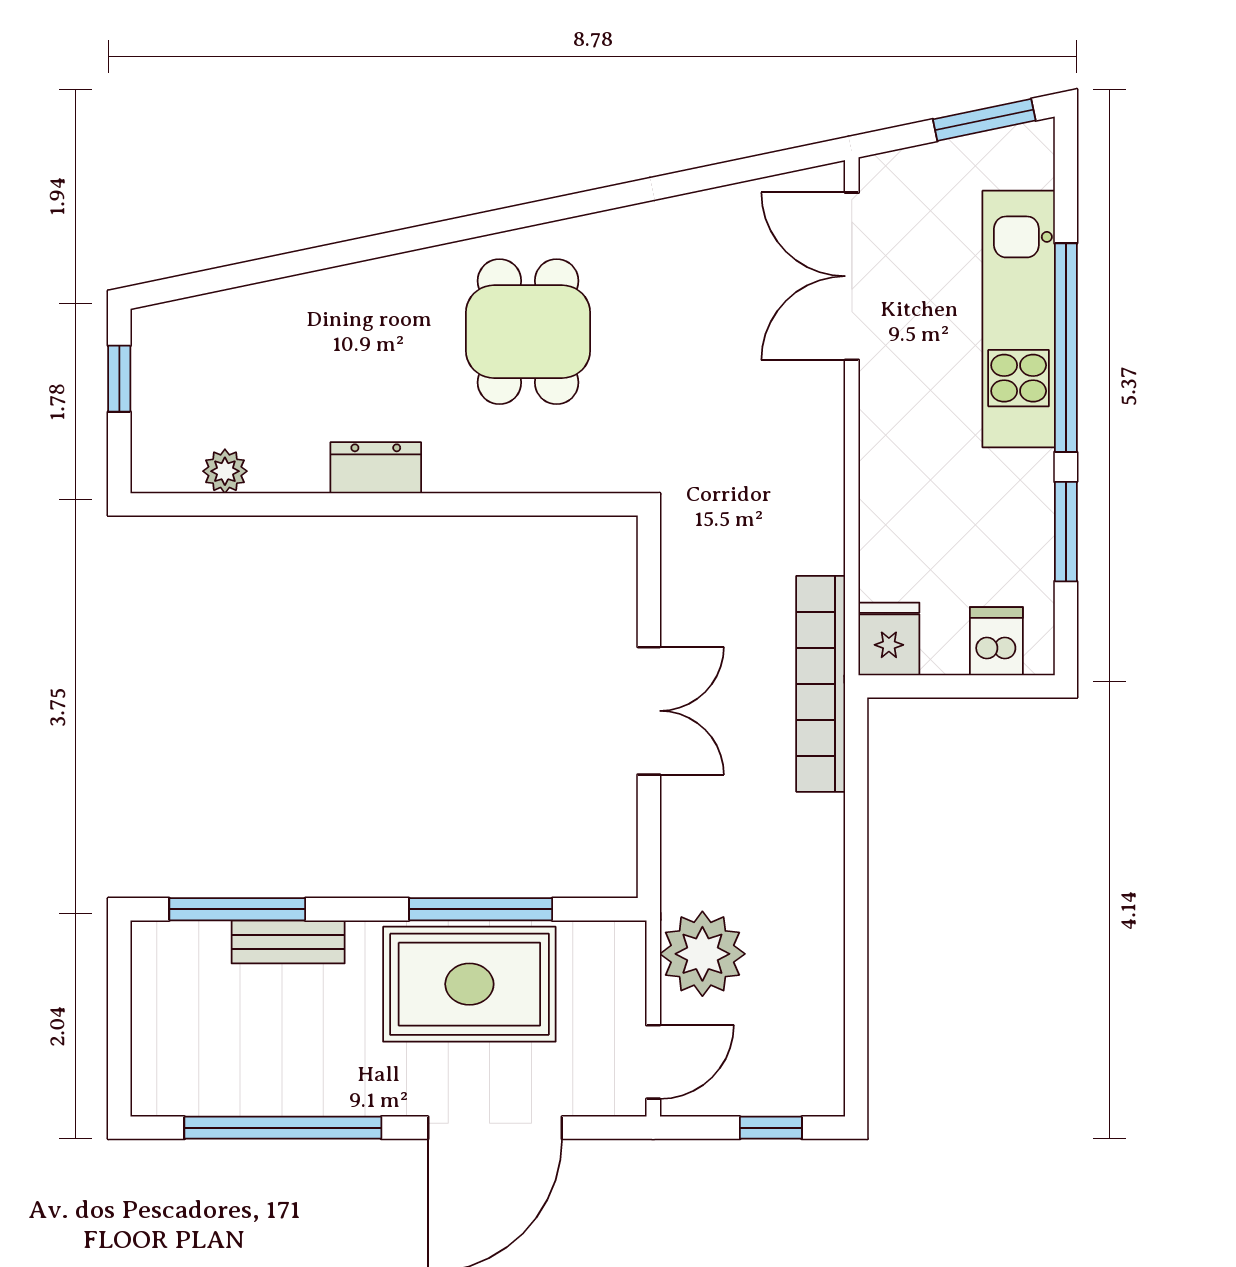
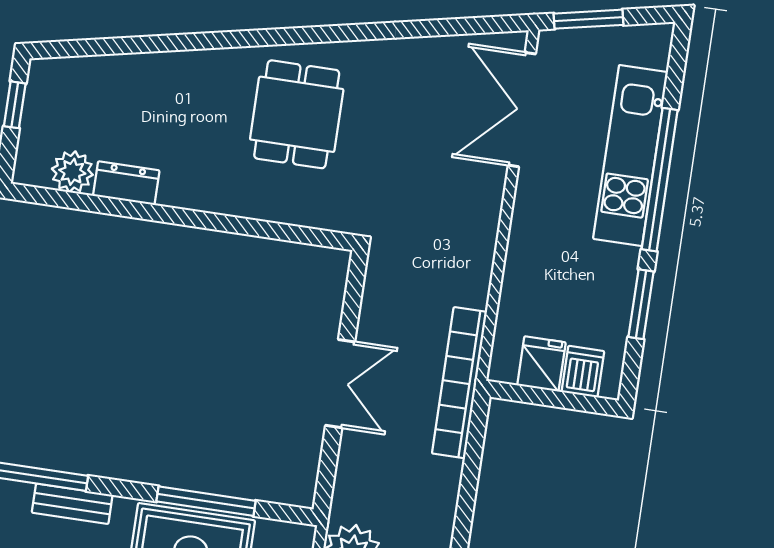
window: (984, 120) -> (589, 19), moved
dresser: (376, 468) -> (126, 183), moved
plant: (225, 471) -> (72, 172), width x1.38, depth x1.38
fridge: (889, 639) -> (541, 364), moved

